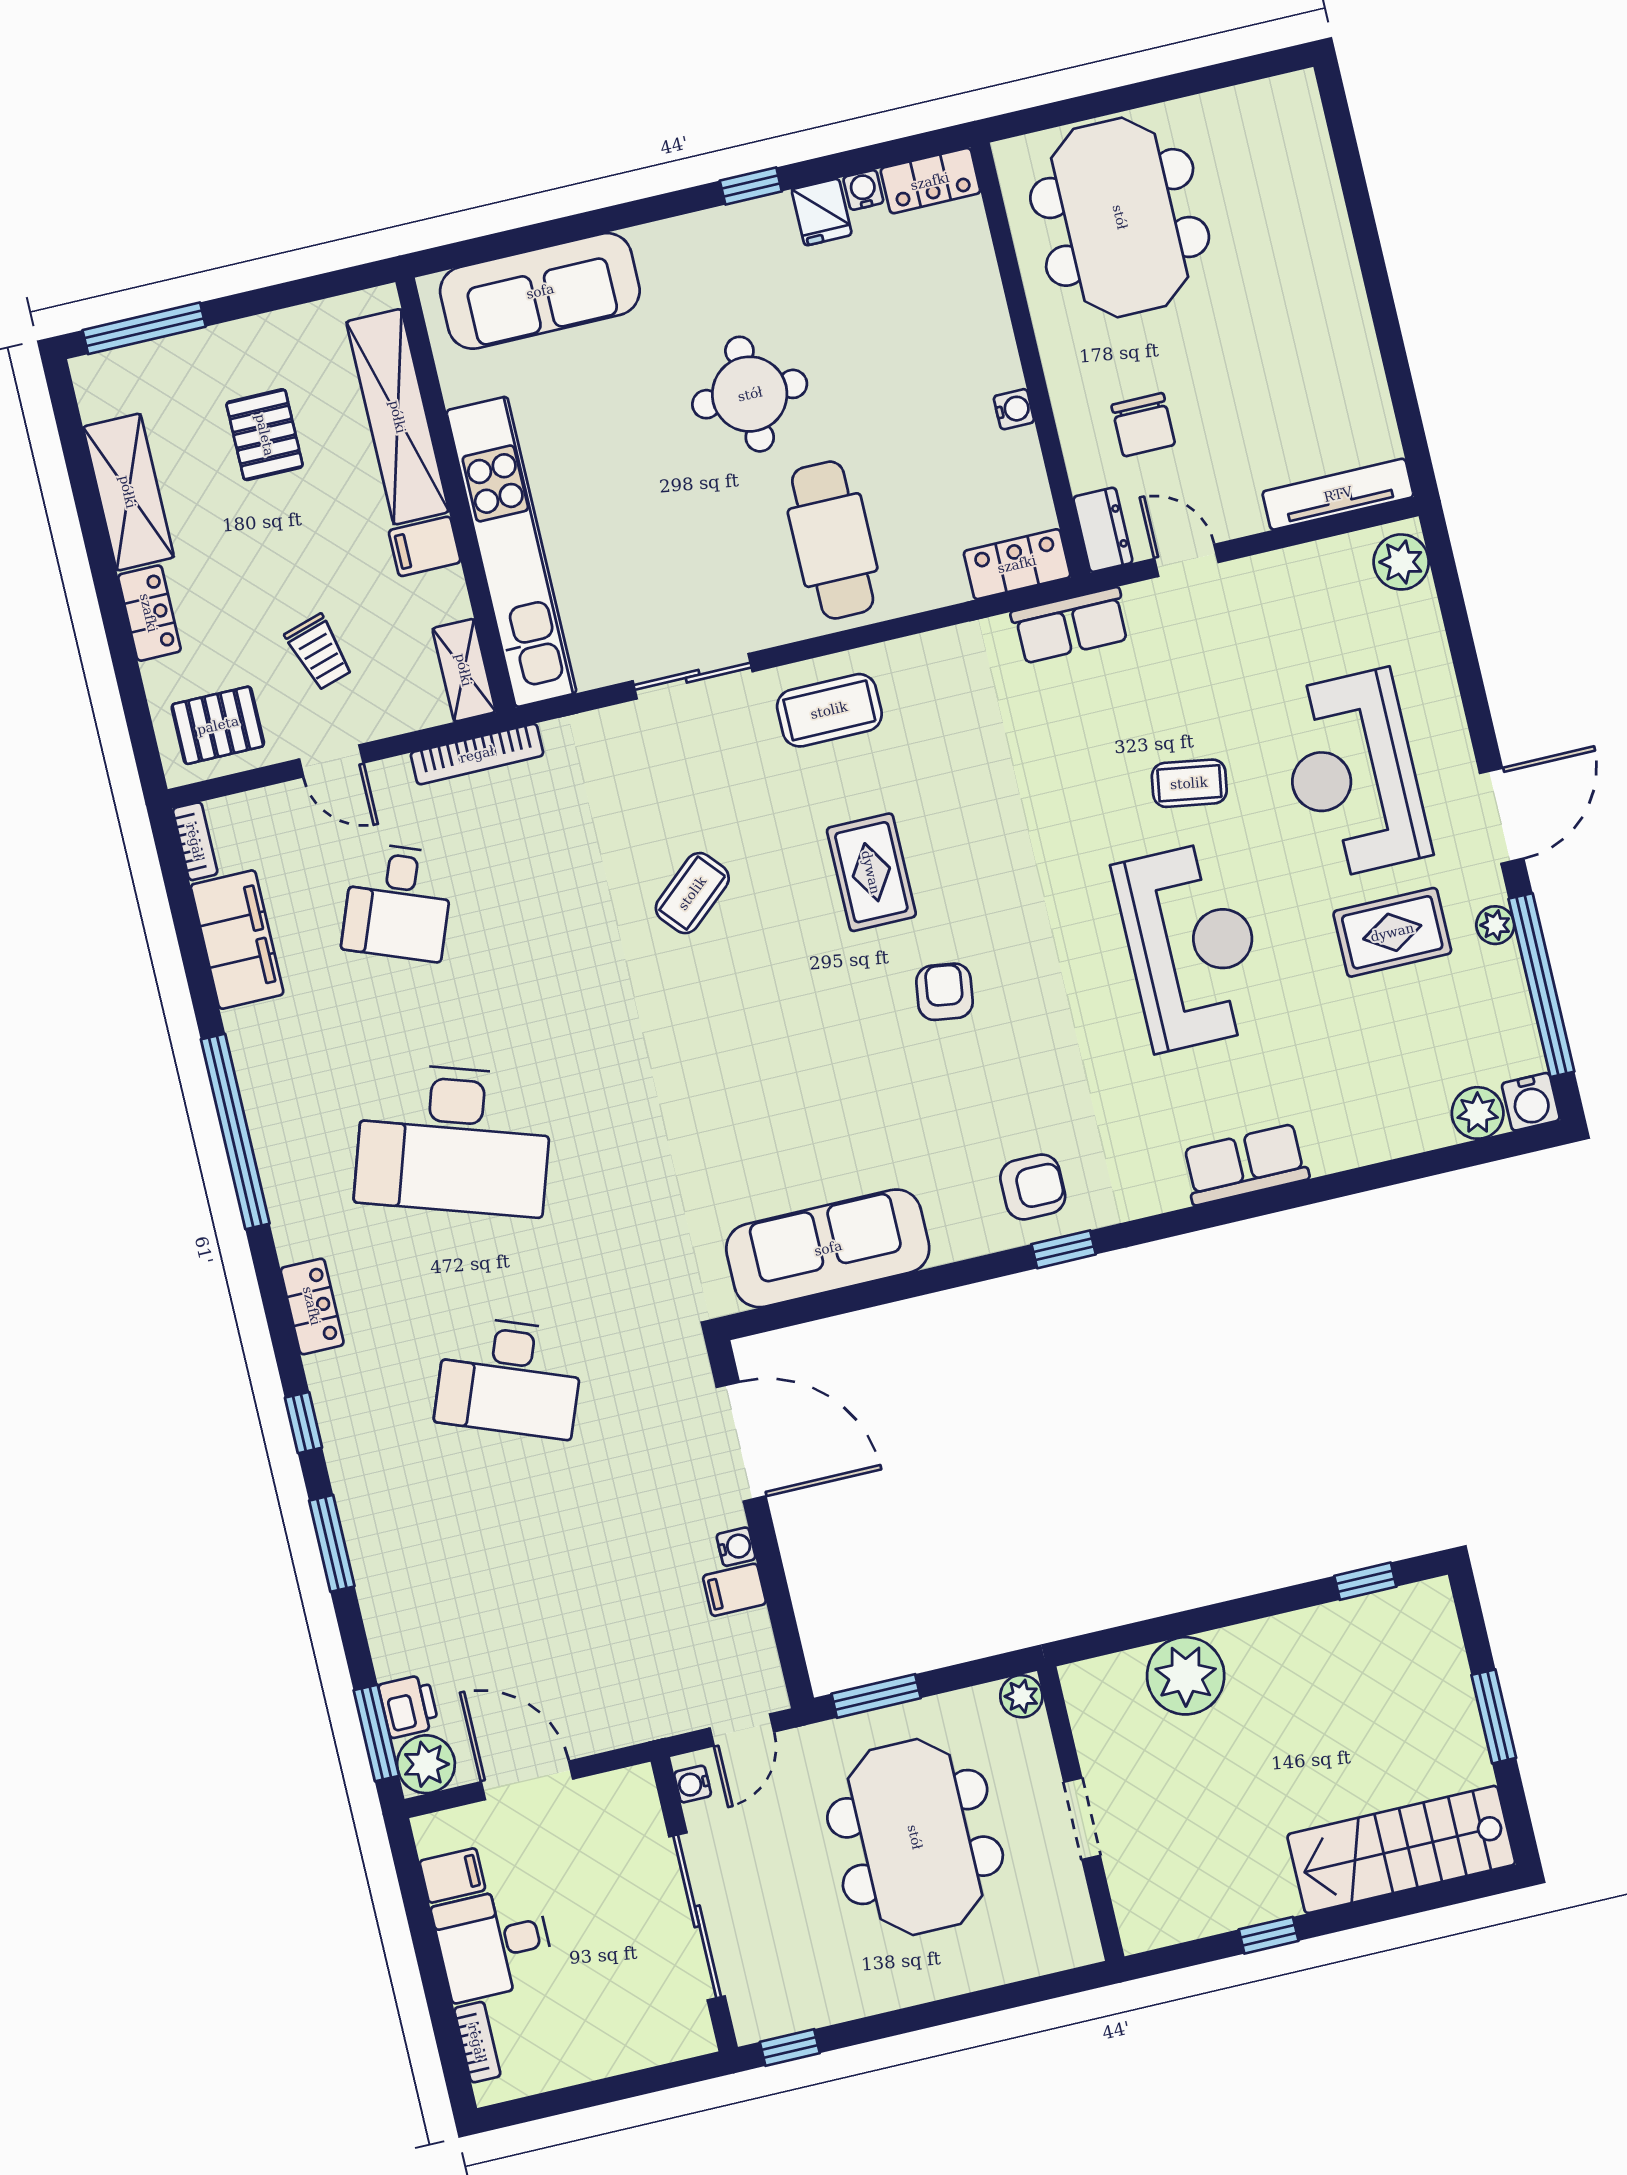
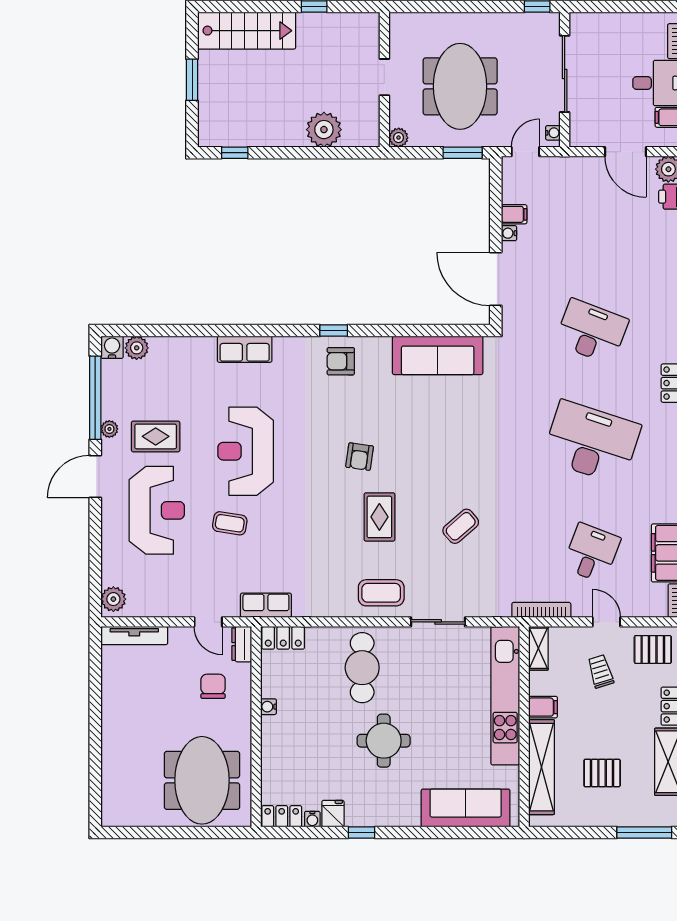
pallet: (265, 435) -> (602, 773), turned 90

